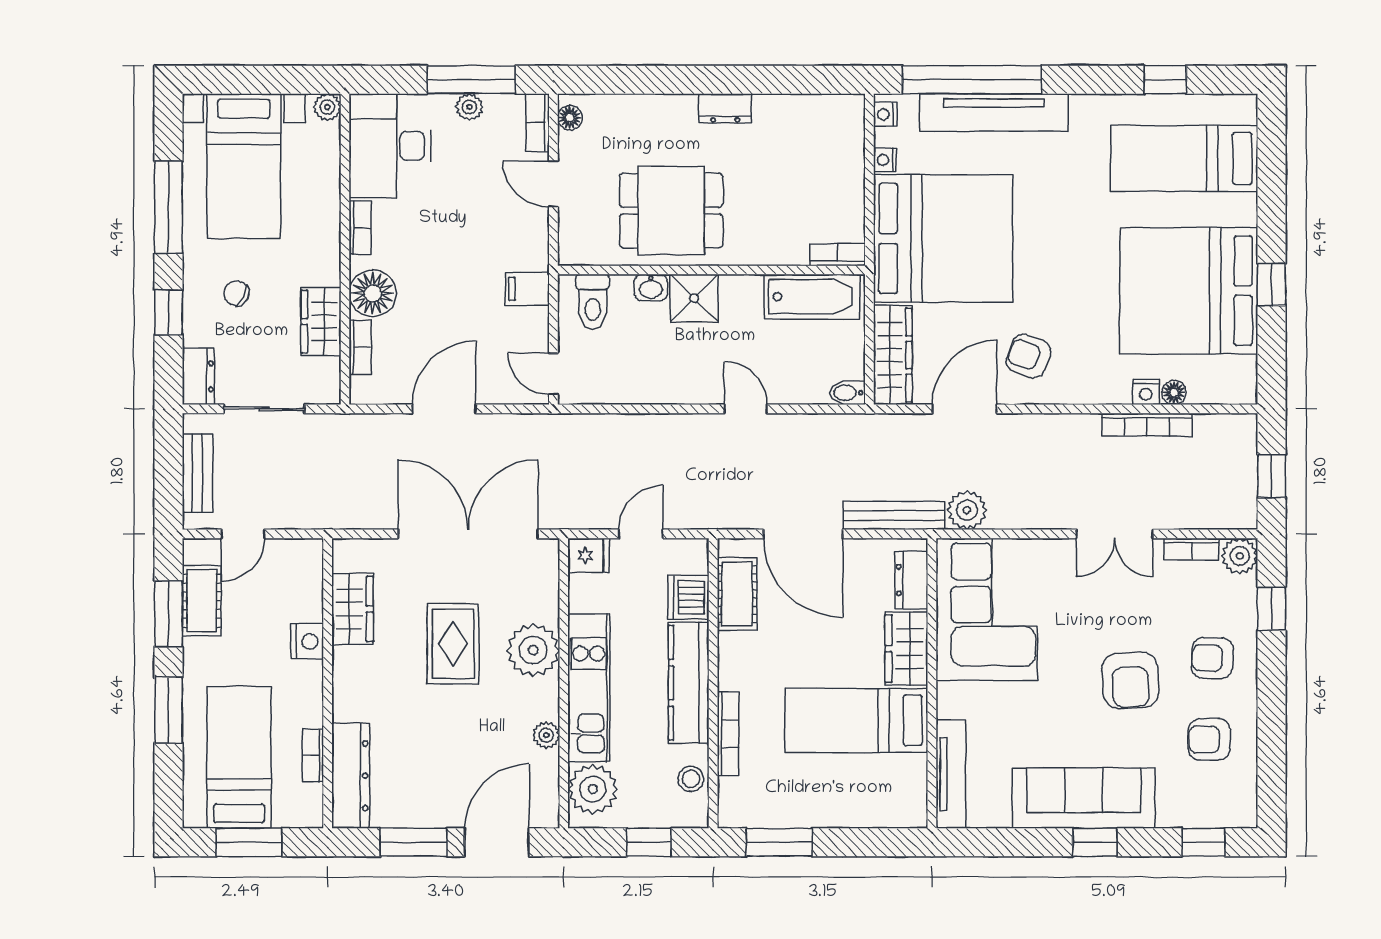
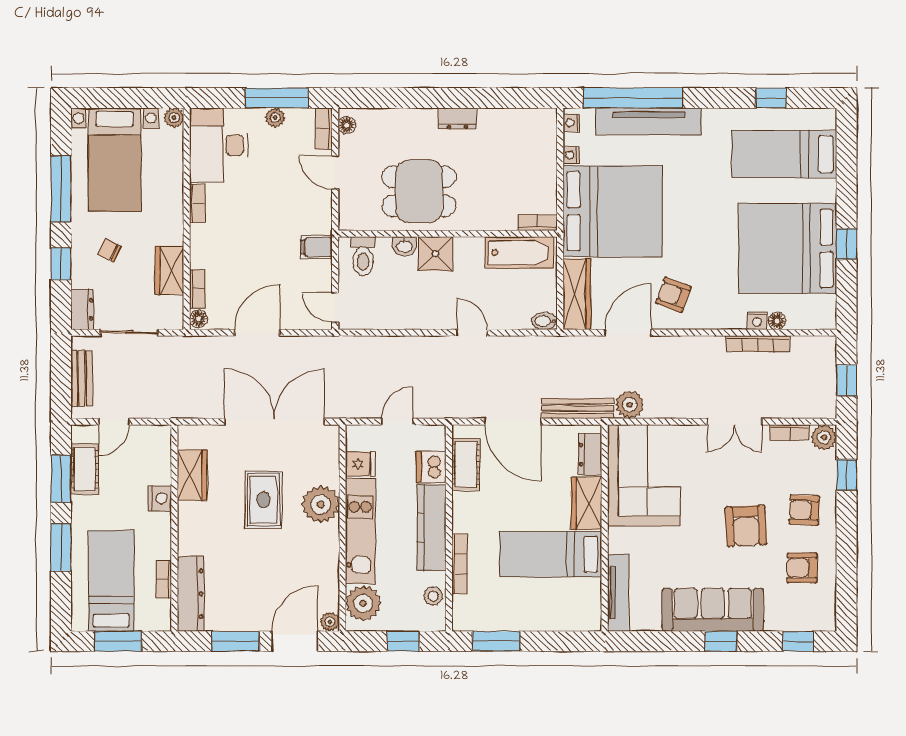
floor lamp: (373, 293) -> (199, 319), moved, width x0.53, depth x0.53
fridge: (589, 555) -> (360, 464), moved
plant: (546, 735) -> (330, 622), moved

